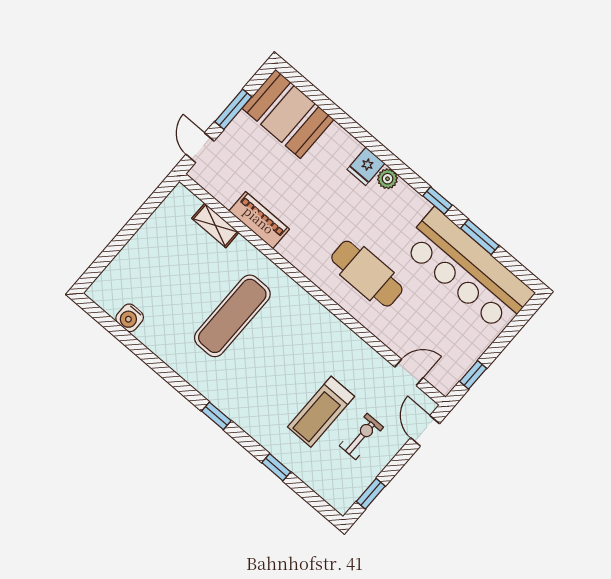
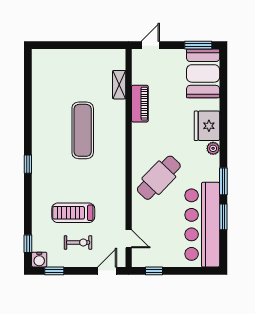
window: (233, 109) -> (198, 45), moved
fridge: (366, 166) -> (207, 126), width x1.88, depth x1.34
window: (437, 200) -> (223, 181), width x1.50
cafe table: (367, 274) -> (159, 178), turned 44
exercise mat: (232, 316) -> (83, 130), turned 90
water cooler: (130, 318) -> (39, 260), moved, turned -90
window: (276, 467) -> (28, 244), moved

